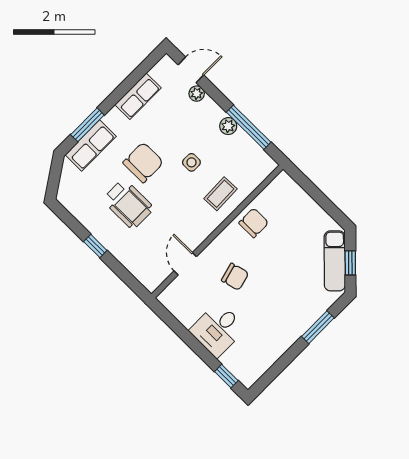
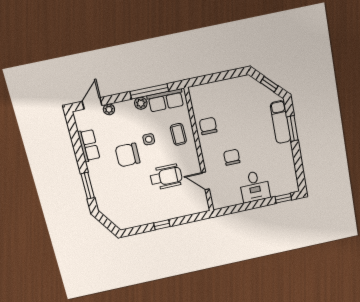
row of seats: (91, 145) -> (166, 100), moved, turned 90
chair: (143, 162) -> (128, 155), moved, turned -90
wheelchair: (128, 204) -> (166, 177), moved
exam couch: (335, 261) -> (280, 122), moved, turned 45
chair: (235, 277) -> (232, 157), turned -75

